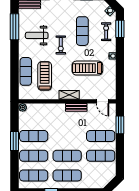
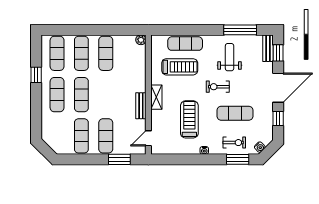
window: (14, 141) -> (99, 30), removed

